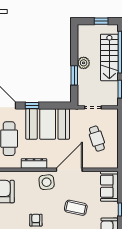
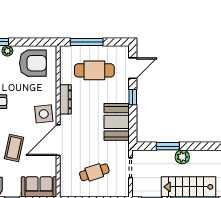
booth: (48, 124) -> (117, 122), width x0.73, depth x0.70
door: (69, 170) -> (58, 140), swing flipped

